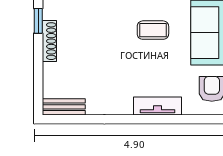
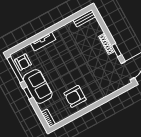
coffee table: (153, 30) -> (63, 74), removed

